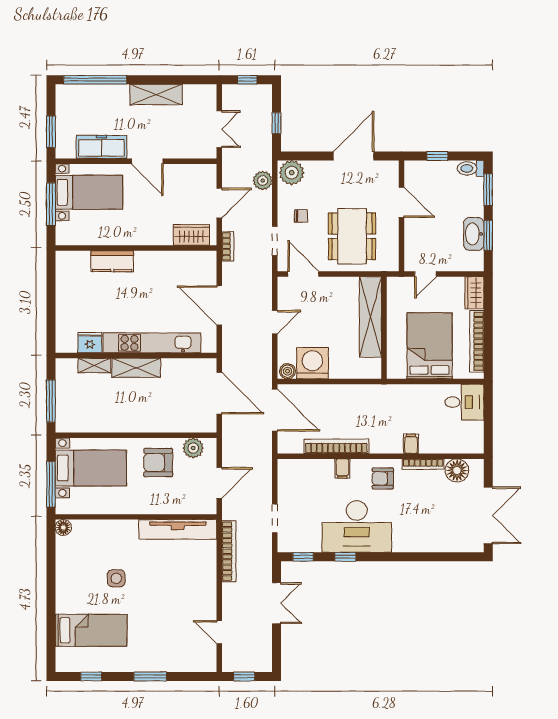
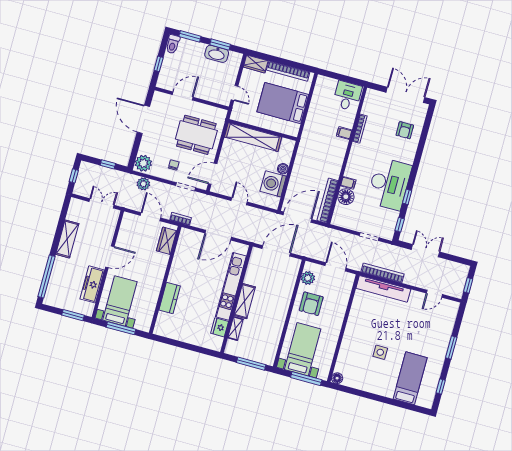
boiler: (287, 371) -> (283, 169), moved
desk: (464, 402) -> (347, 96), moved
bookcase: (336, 446) -> (328, 201), moved
floor lamp: (457, 470) -> (346, 197), moved
armchair: (383, 478) -> (405, 130), moved
tv unit: (178, 529) -> (383, 289), moved, turned 90

